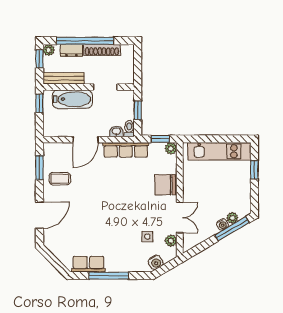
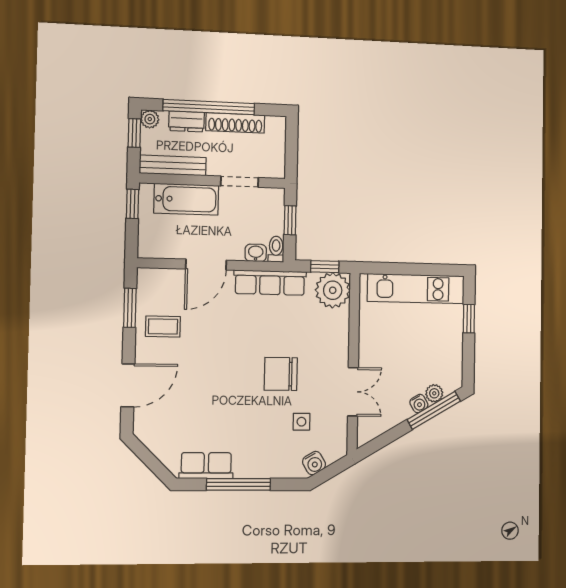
plant: (171, 148) -> (333, 290), width x1.88, depth x1.88
chair: (165, 185) -> (281, 374), moved
plant: (171, 241) -> (339, 429), removed

